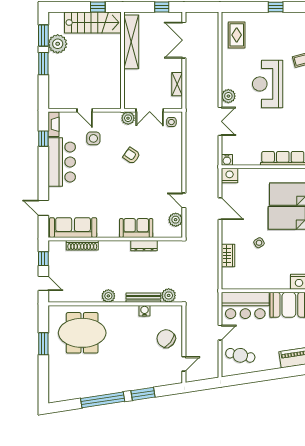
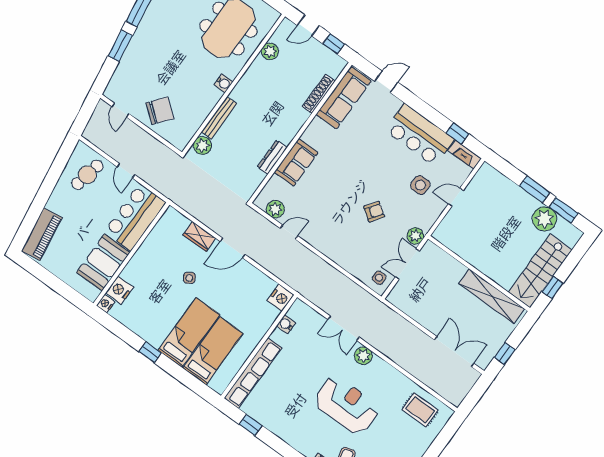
shelving: (177, 84) -> (414, 312), removed
water cooler: (227, 160) -> (286, 324), moved
door: (220, 209) -> (232, 248), moved
plant: (108, 296) -> (270, 51), moved
water cooler: (144, 311) -> (224, 83), moved

